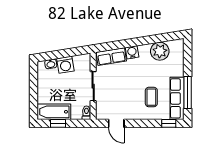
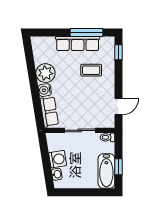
plant: (160, 51) -> (45, 73), moved
row of seats: (177, 98) -> (78, 43), moved

